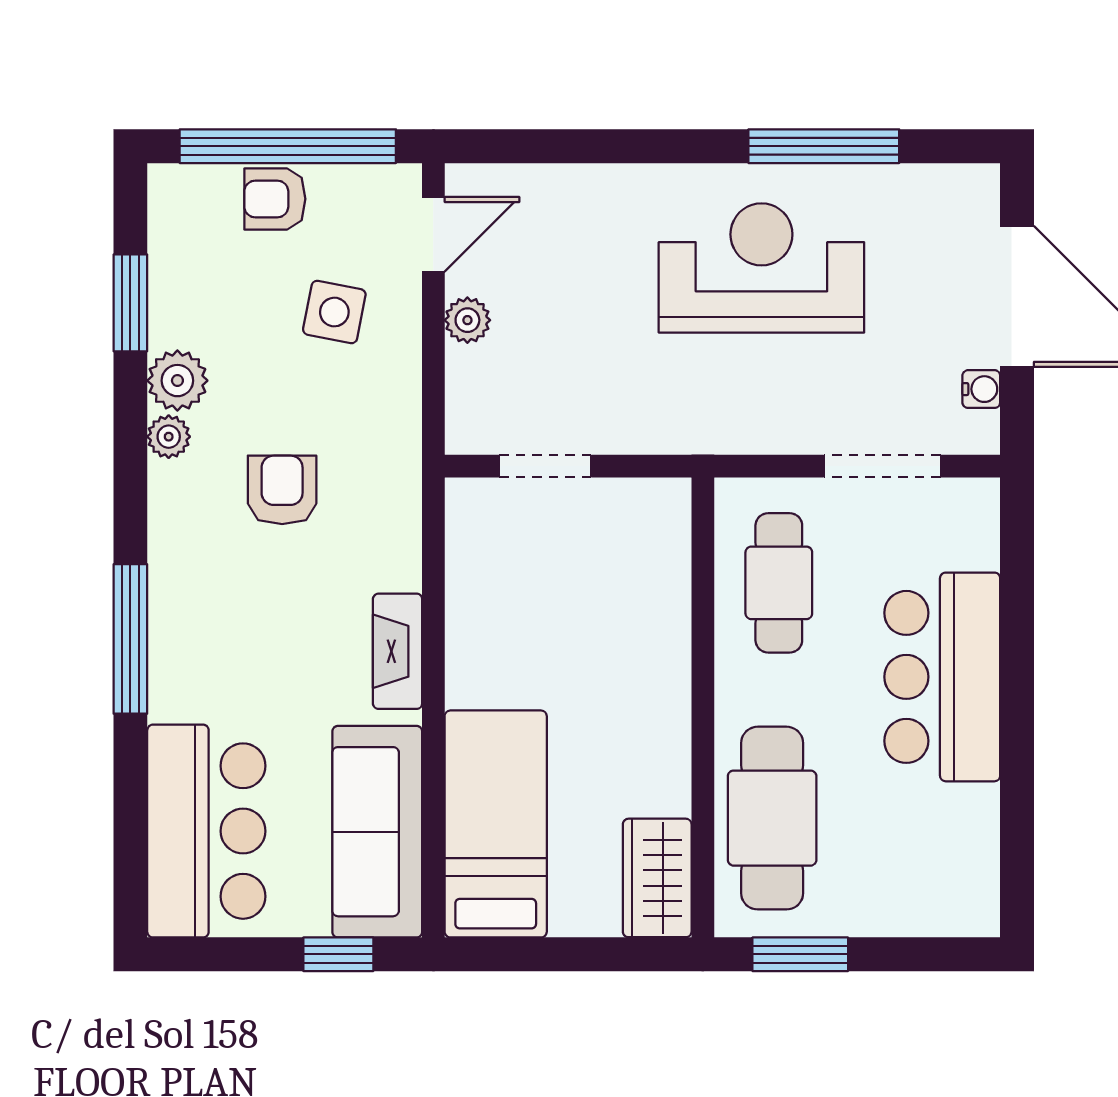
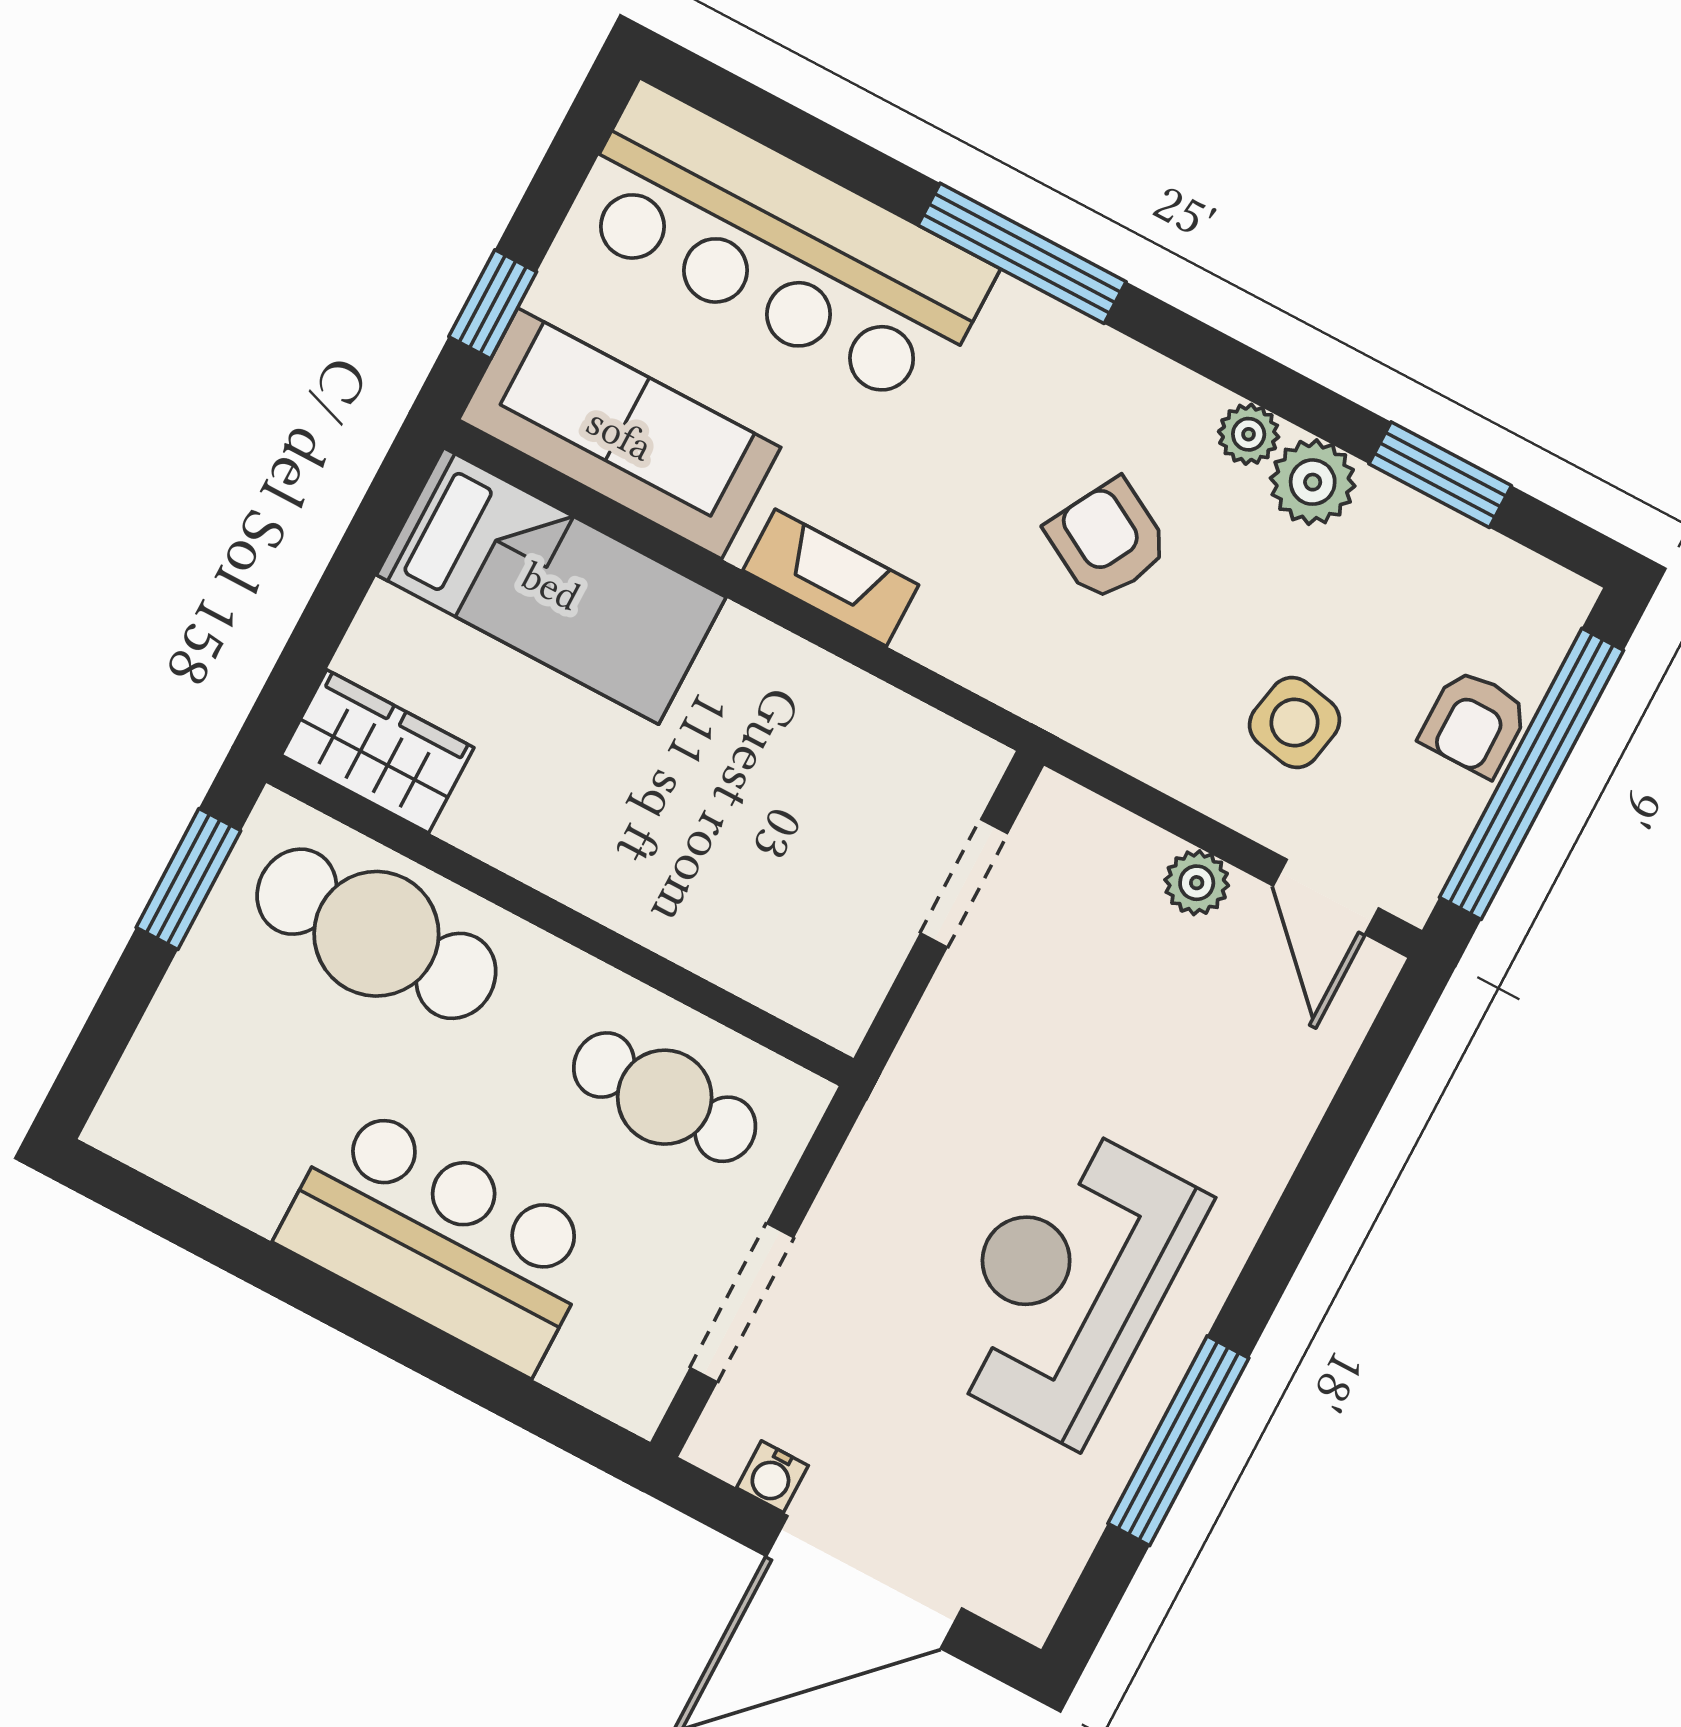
armchair: (275, 199) -> (1474, 723), turned 180
reception desk: (761, 268) -> (1068, 1283), turned 180
armchair: (282, 490) -> (1108, 540), turned -151
bar counter: (206, 831) -> (781, 247), width x1.36

